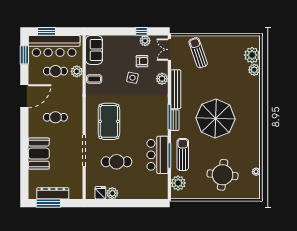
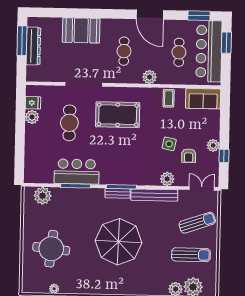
plant: (145, 41) -> (213, 145), moved
plant: (77, 71) -> (149, 77), moved
sun lounger: (183, 154) -> (191, 255), moved

